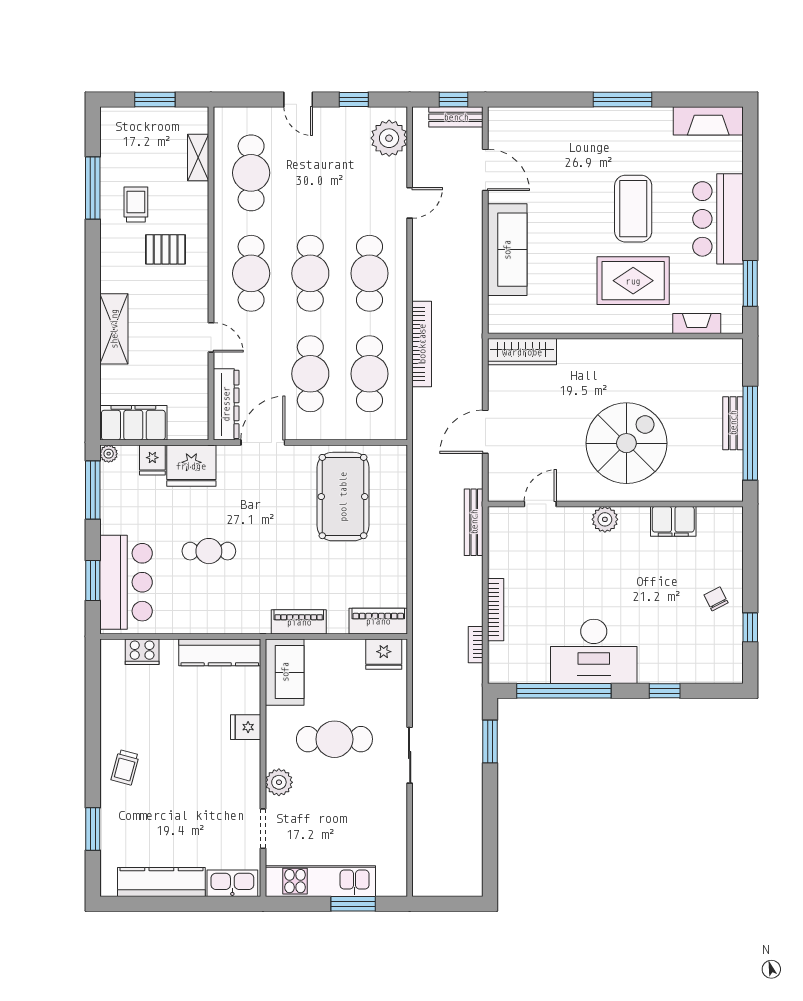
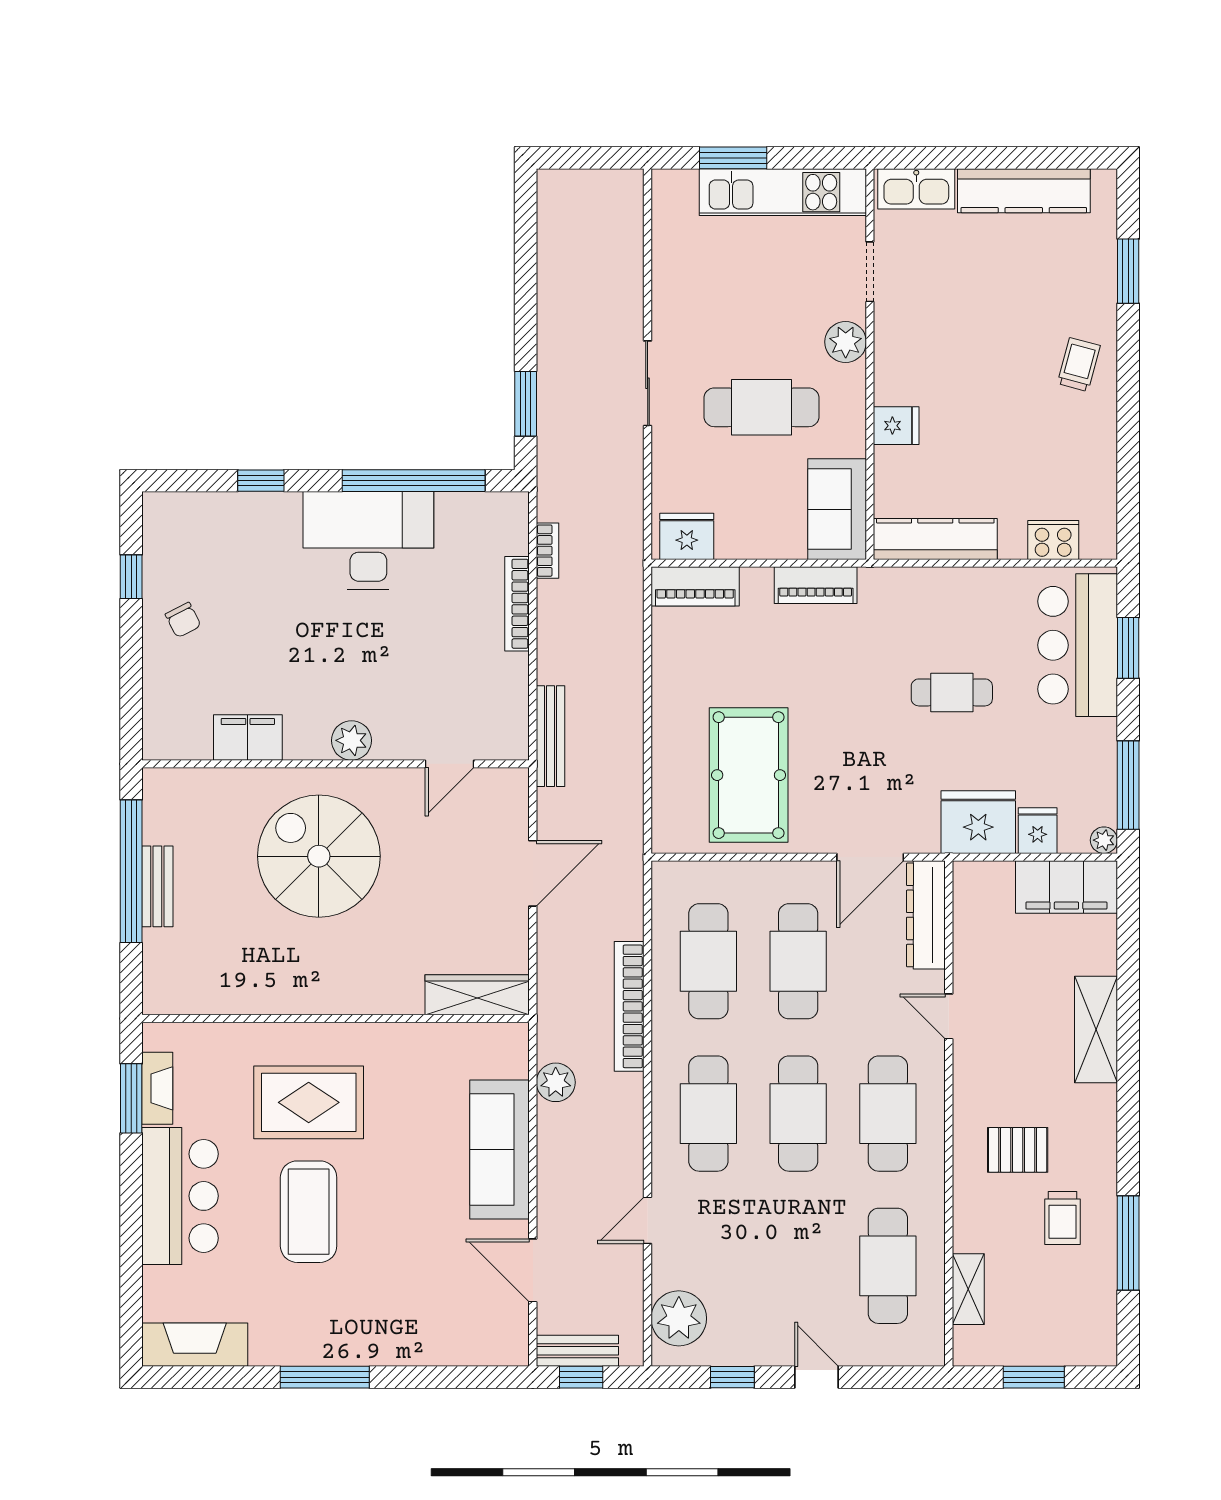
plant: (470, 294) -> (556, 1082), added
fireplace: (697, 323) -> (157, 1088), moved, turned -90
spiral stairs: (626, 443) -> (319, 856), turned 90

